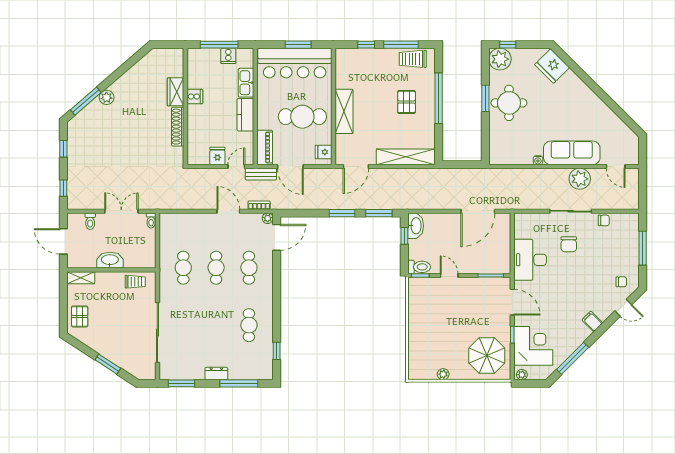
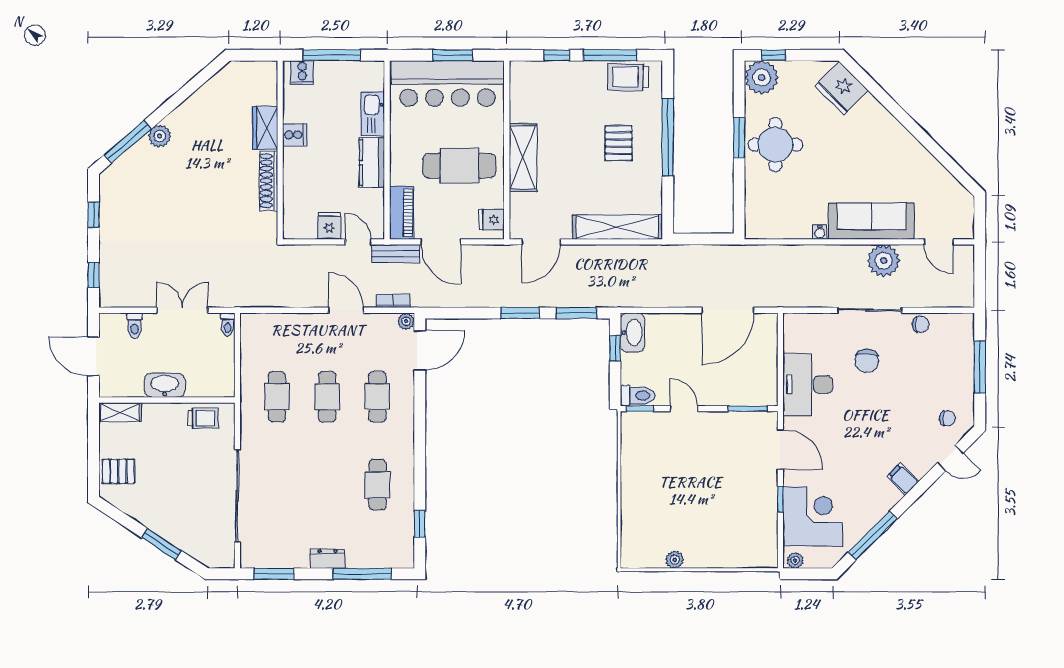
cooker: (228, 56) -> (302, 73), moved
door: (236, 167) -> (358, 242), hinge flipped
pallet: (80, 316) -> (118, 471), turned 90
parasol: (487, 356) -> (741, 531), removed

